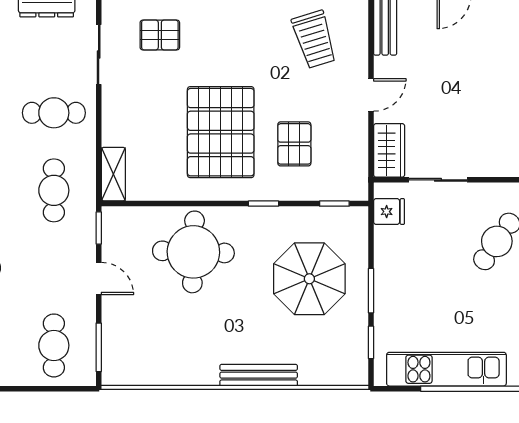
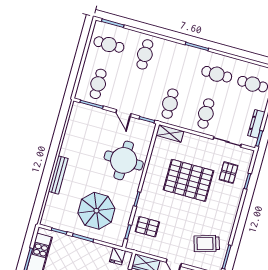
pallet: (221, 132) -> (188, 180), moved
pallet: (294, 144) -> (147, 227), moved
cafe table: (54, 190) -> (170, 104), turned 90
door: (99, 279) -> (123, 113), hinge flipped
cafe table: (54, 345) -> (98, 84), turned 90

